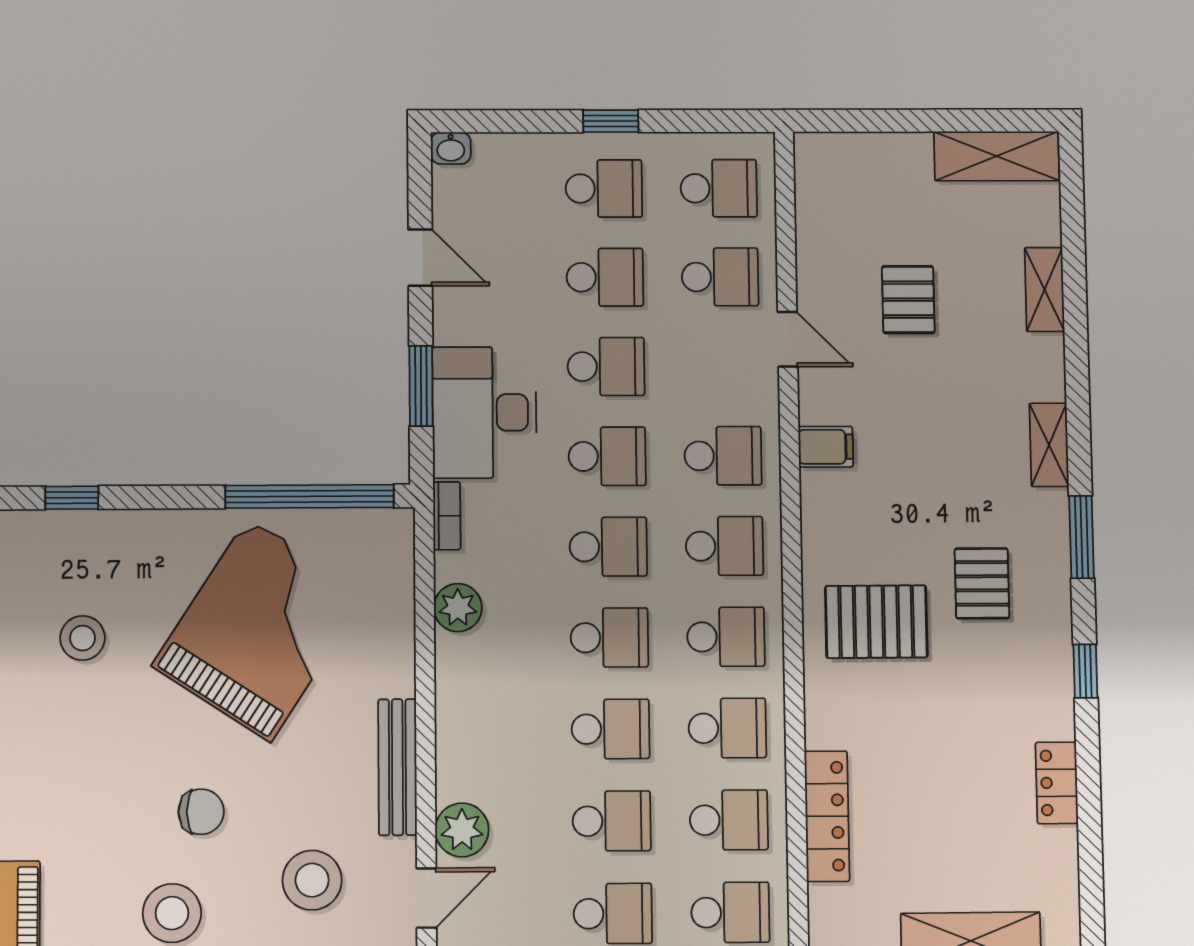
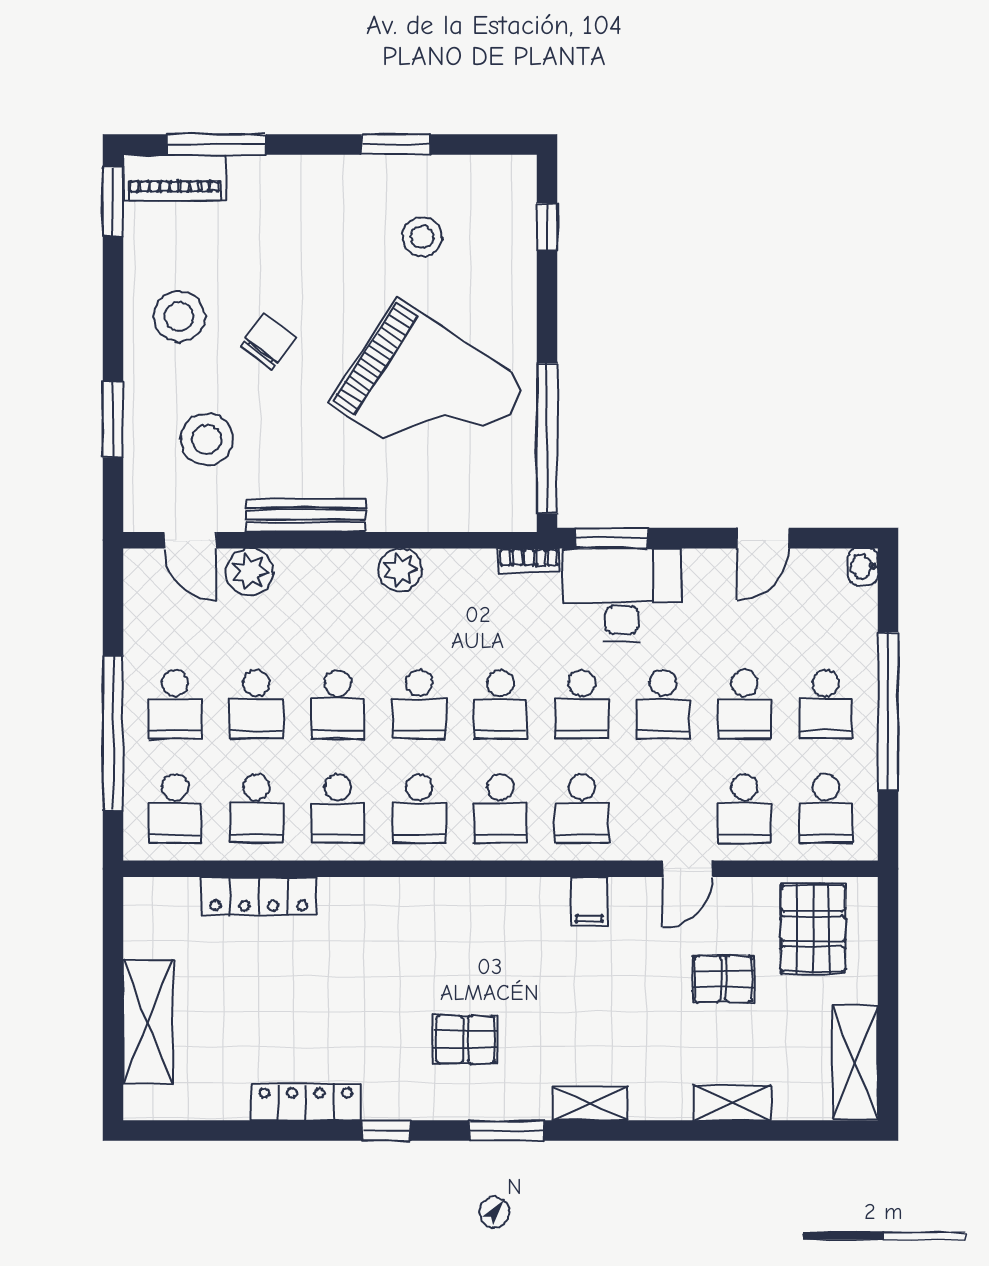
window: (611, 121) -> (888, 712), width x3.17
window: (421, 386) -> (611, 538), moved
plant: (458, 608) -> (400, 570), moved
pallet: (876, 622) -> (813, 929), moved
locker: (1057, 783) -> (306, 1102), width x1.53
chair: (201, 812) -> (268, 342), turned -143

